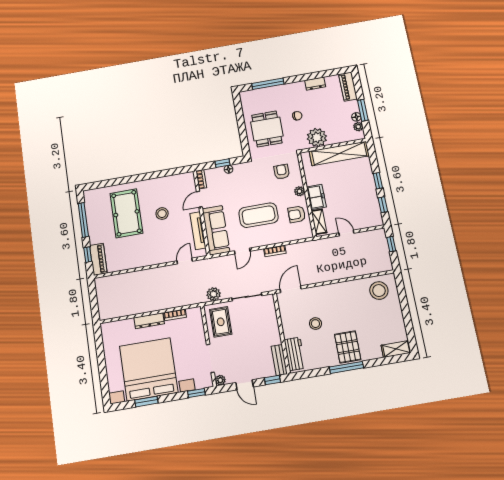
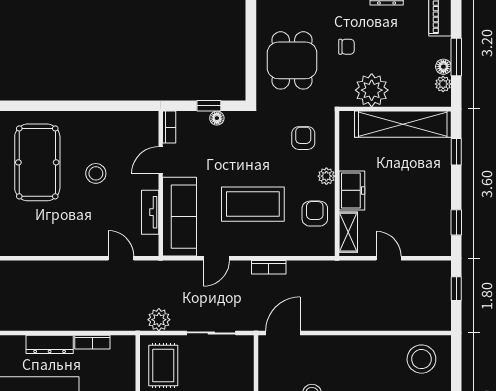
window: (378, 181) -> (456, 152), moved
armchair: (297, 214) -> (315, 214), turned 90
tv unit: (198, 231) -> (150, 212), width x0.71
door: (185, 261) -> (121, 258), hinge flipped

